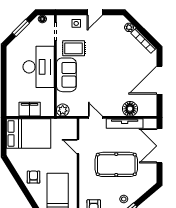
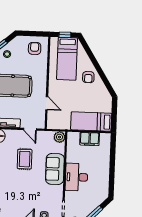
rug: (74, 48) -> (25, 159), moved, turned 90
desk: (39, 67) -> (77, 177), width x0.73, depth x0.77
bed: (29, 133) -> (91, 122), width x0.67

